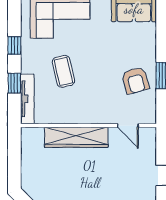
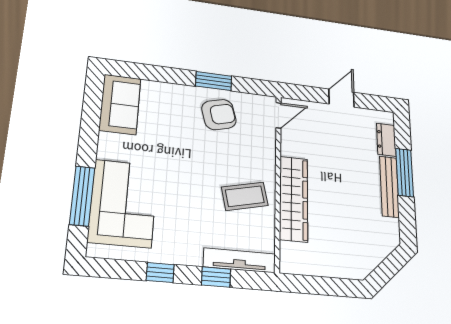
coffee table: (63, 71) -> (245, 196), moved
door: (128, 125) -> (279, 115), moved

